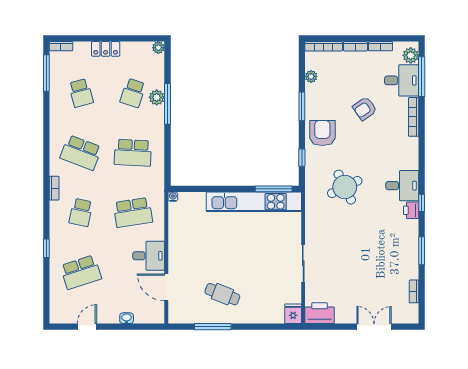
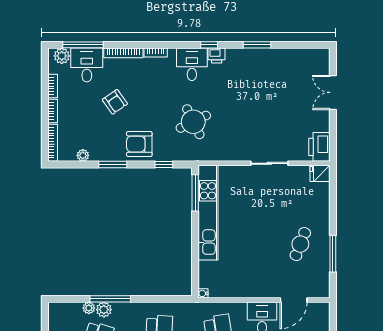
plant: (158, 48) -> (89, 308), moved
bookcase: (414, 291) -> (156, 52), moved

